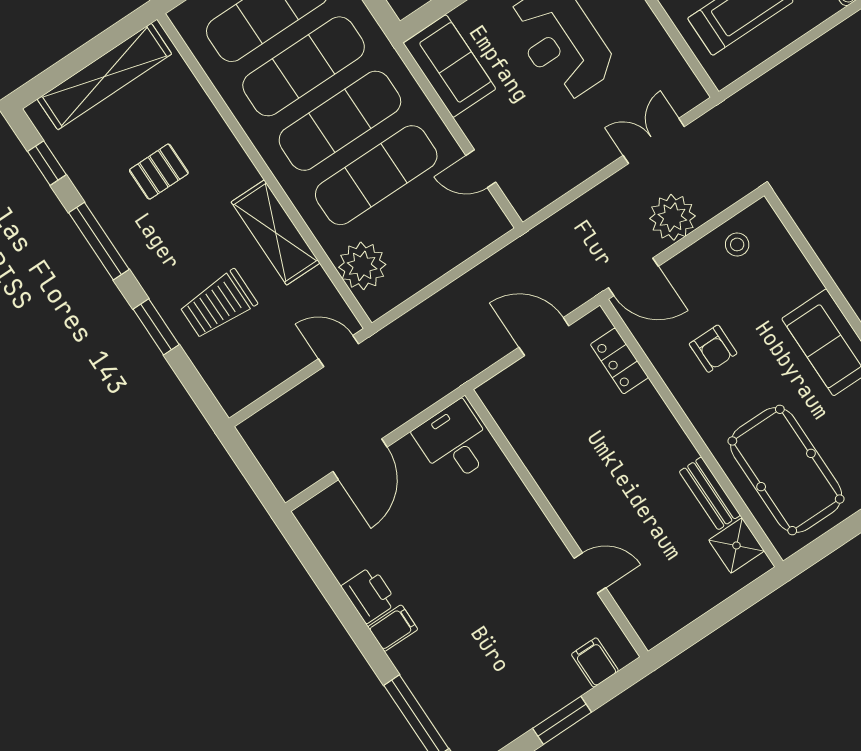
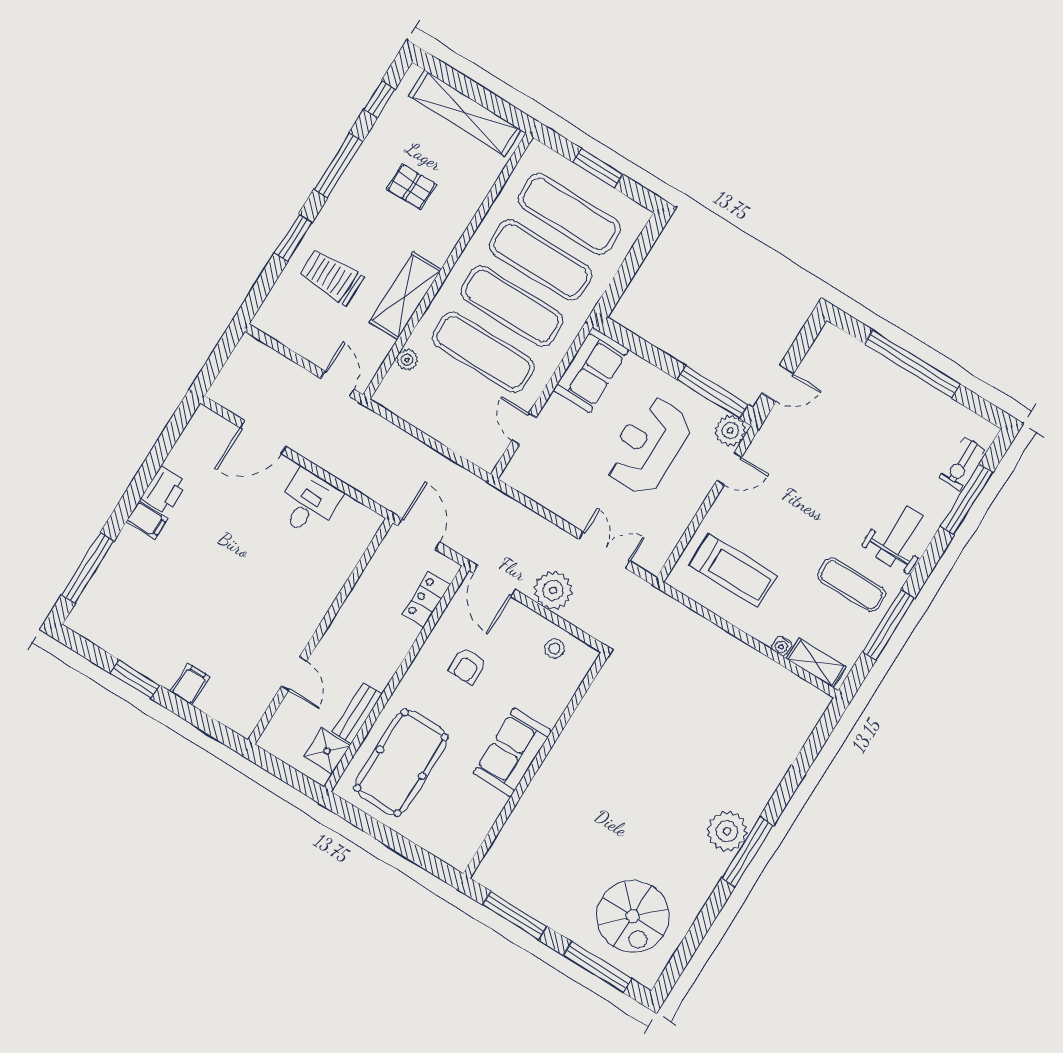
plant: (362, 266) -> (407, 360), width x0.53, depth x0.53
wall: (557, 523) -> (320, 631), moved
door: (590, 573) -> (294, 674), moved

